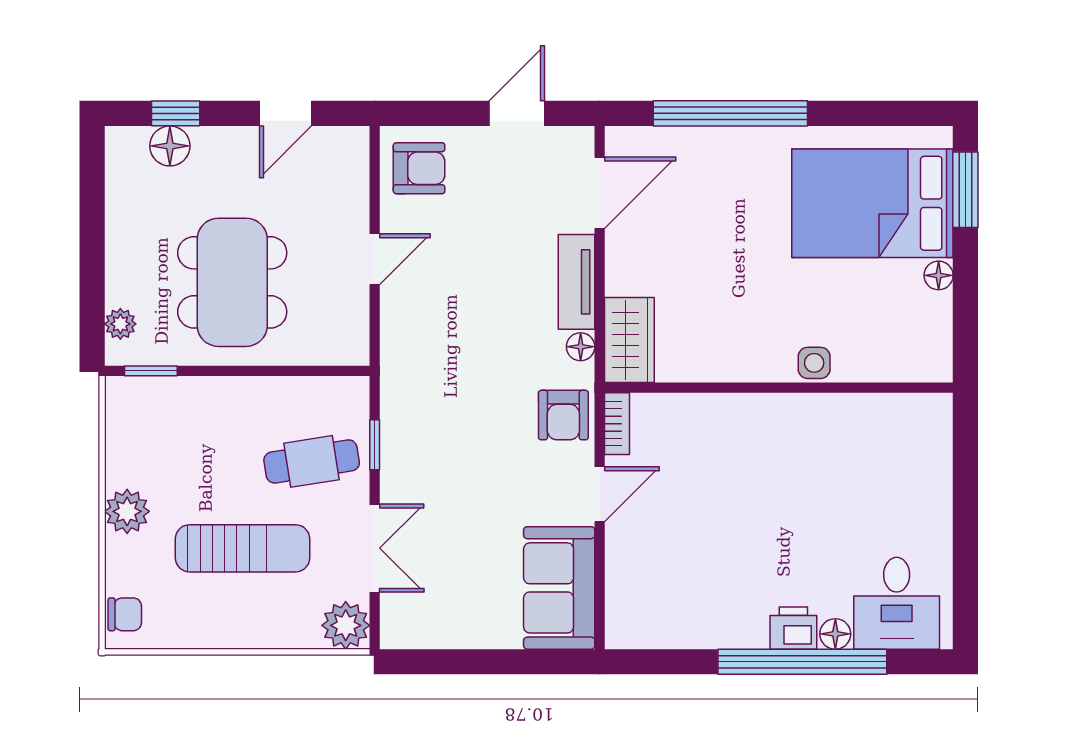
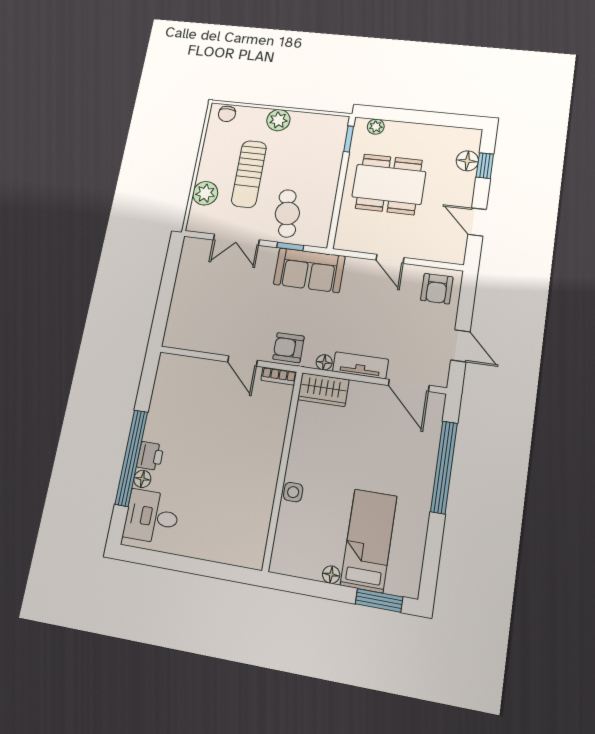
bed: (872, 203) -> (369, 540), width x0.67
sofa: (559, 588) -> (309, 270), moved, turned 180
plant: (346, 625) -> (205, 193), moved

